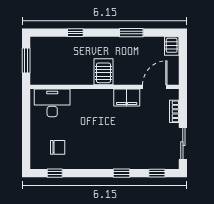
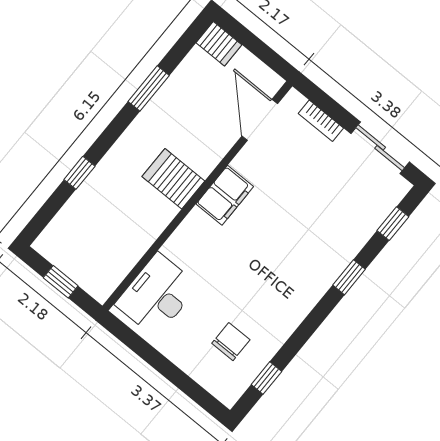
window: (26, 61) -> (61, 282), width x0.67
filing cabinet: (127, 97) -> (225, 195), moved

